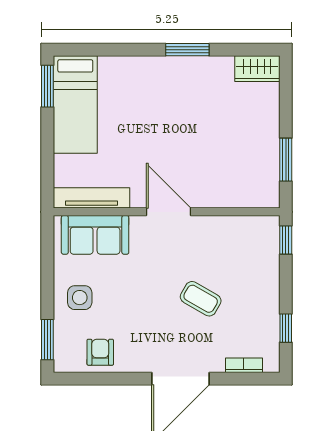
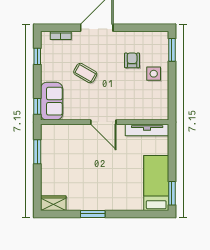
sofa: (95, 235) -> (52, 101), moved, turned 90
armchair: (100, 352) -> (132, 60), moved, turned 180

